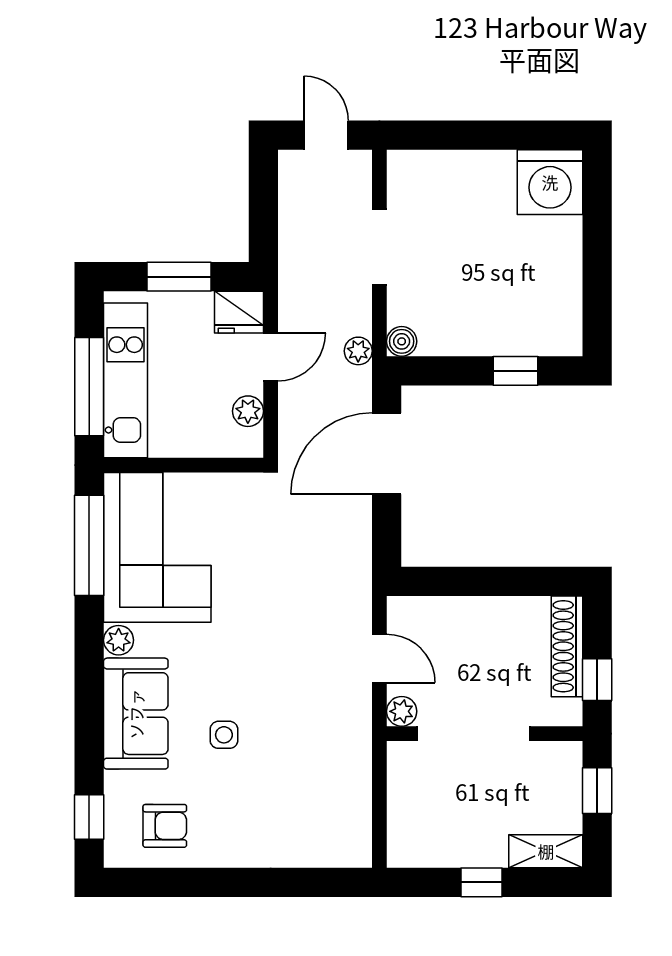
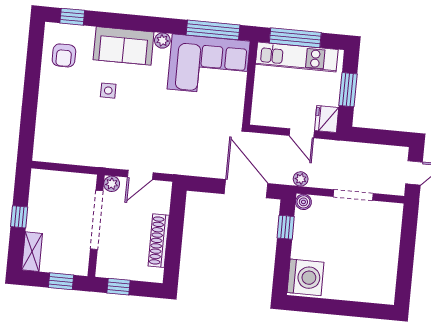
washing machine: (550, 182) -> (306, 277), moved, turned 180
window: (515, 371) -> (286, 227), moved
plant: (248, 411) -> (275, 119), removed
shoe rack: (567, 646) -> (159, 241), moved, turned -90

